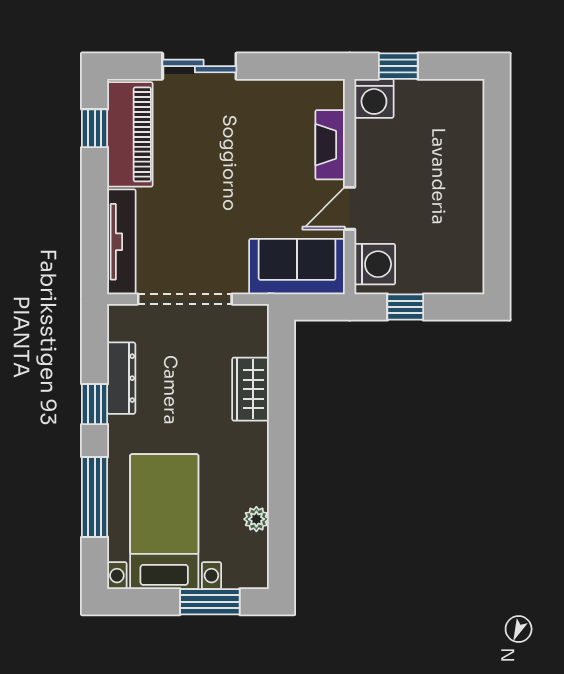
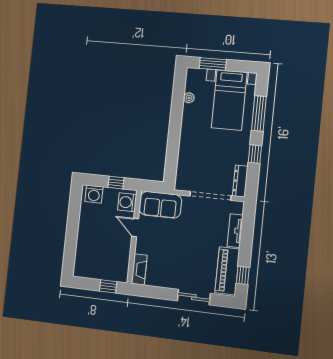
washing machine: (374, 98) -> (94, 194), moved, turned 180
fireplace: (330, 145) -> (139, 269), moved
door: (350, 208) -> (135, 227), swing flipped
tv unit: (121, 242) -> (235, 231), width x0.71
dresser: (121, 378) -> (240, 181), moved
wardrobe: (251, 389) -> (186, 154), removed

